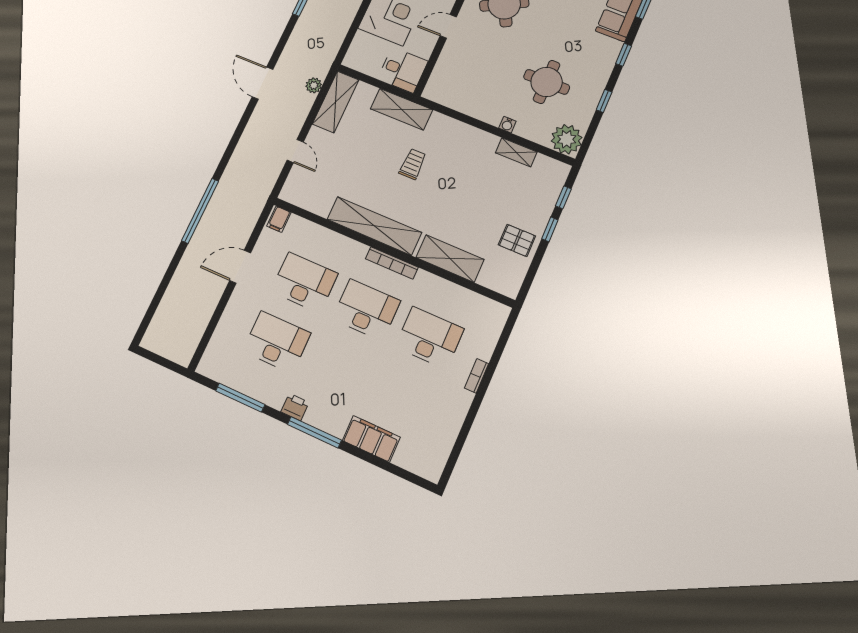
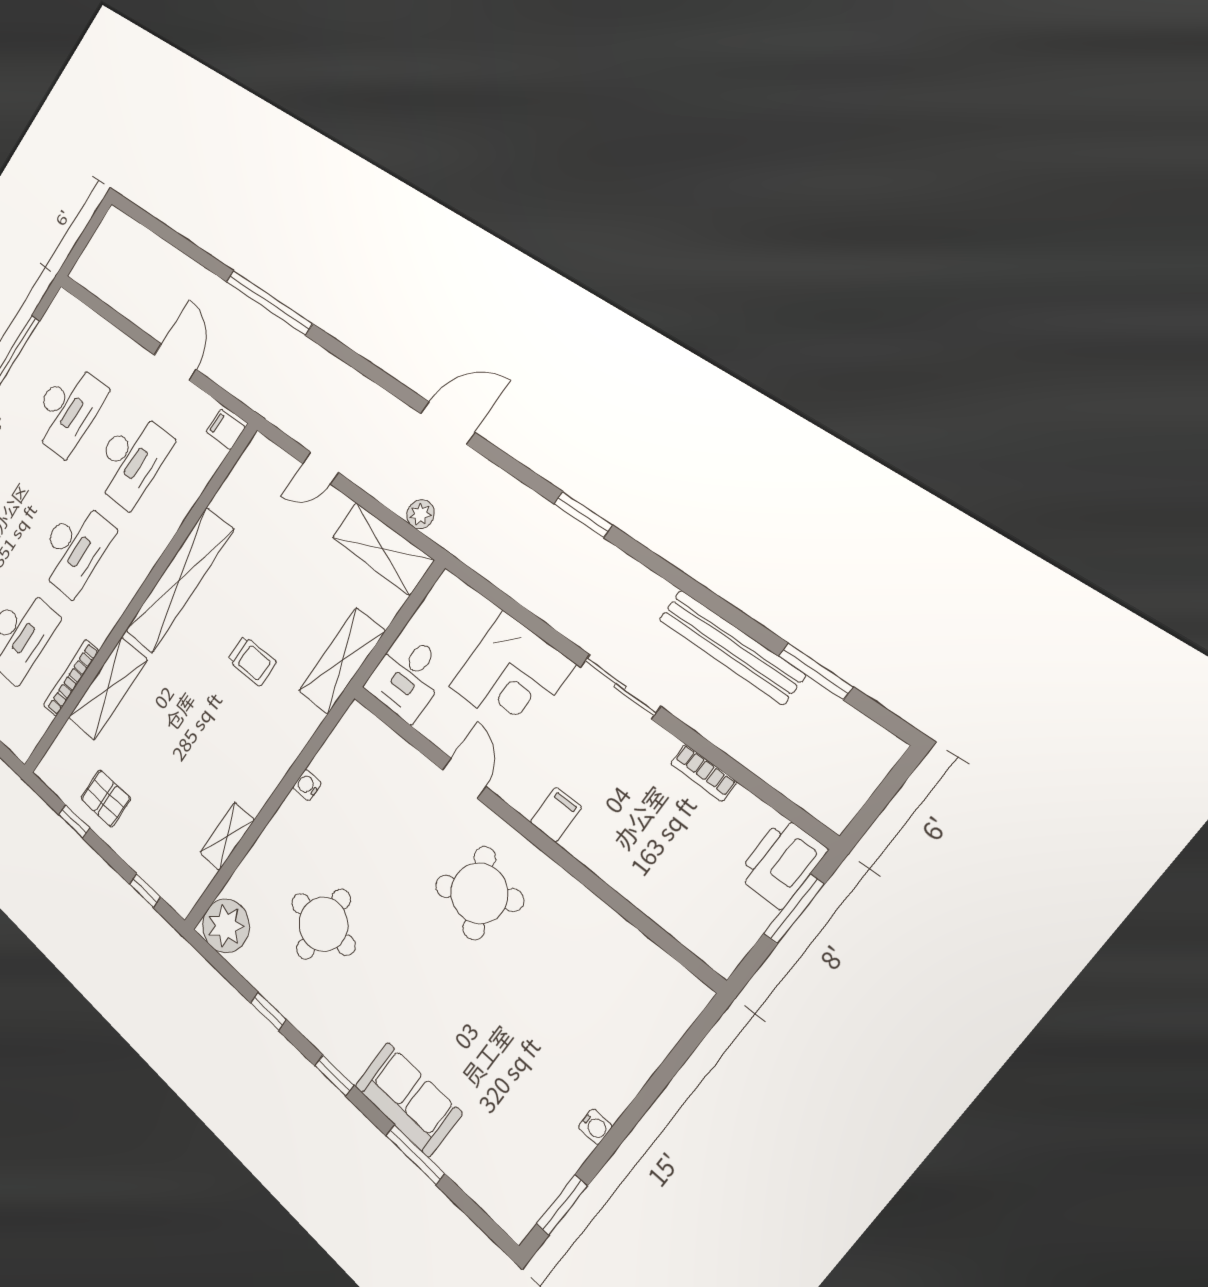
water cooler: (507, 125) -> (307, 785), moved
window: (550, 229) -> (74, 821), moved
pallet: (517, 240) -> (106, 798), turned 90
bookcase: (392, 263) -> (71, 678), moved

